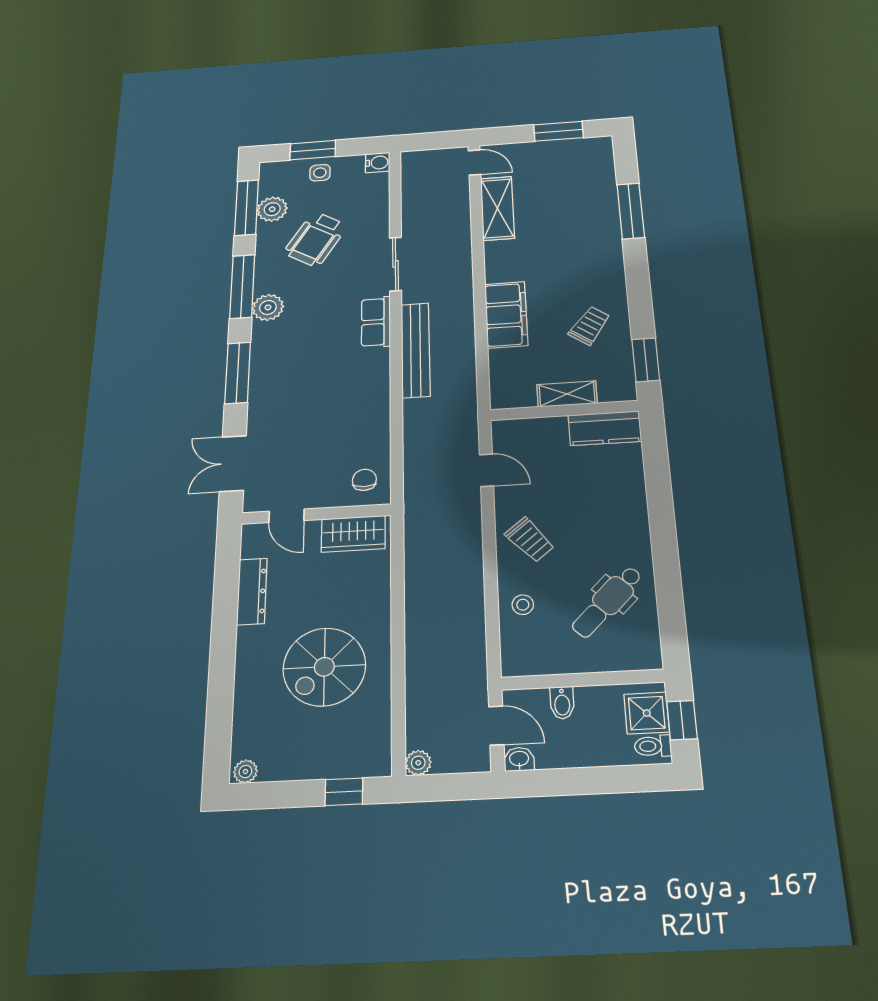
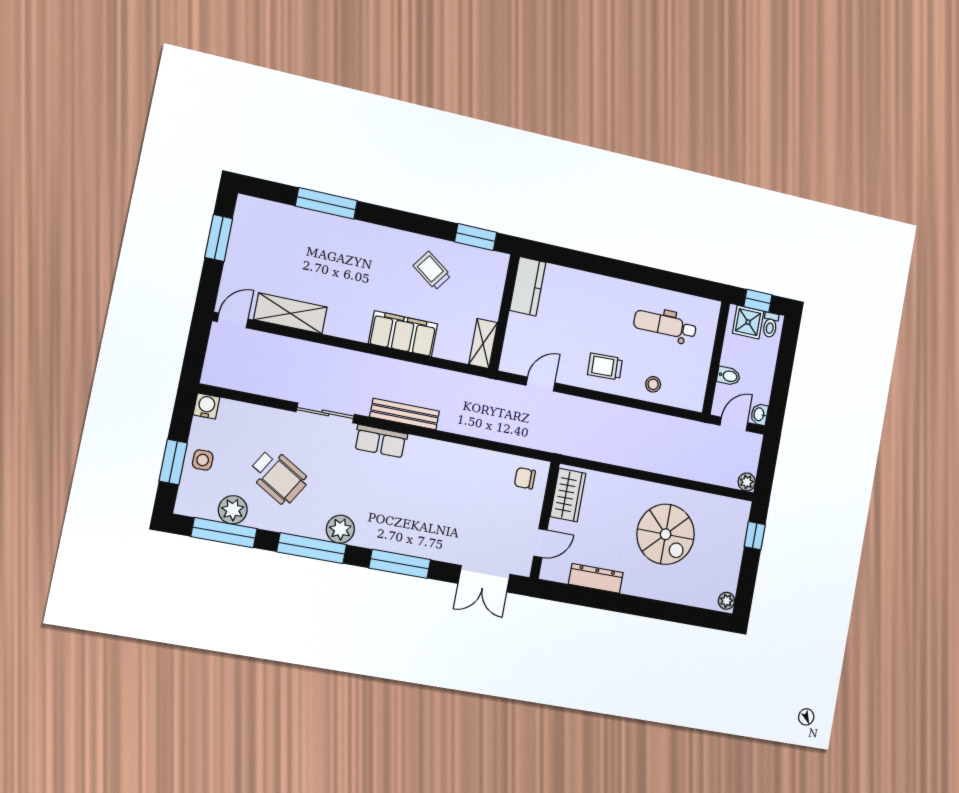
bench: (416, 350) -> (405, 414), width x0.73, depth x0.82
shelving: (567, 394) -> (483, 343), moved
trolley: (530, 540) -> (605, 367), turned -142
dental chair: (607, 602) -> (665, 325), turned 136

